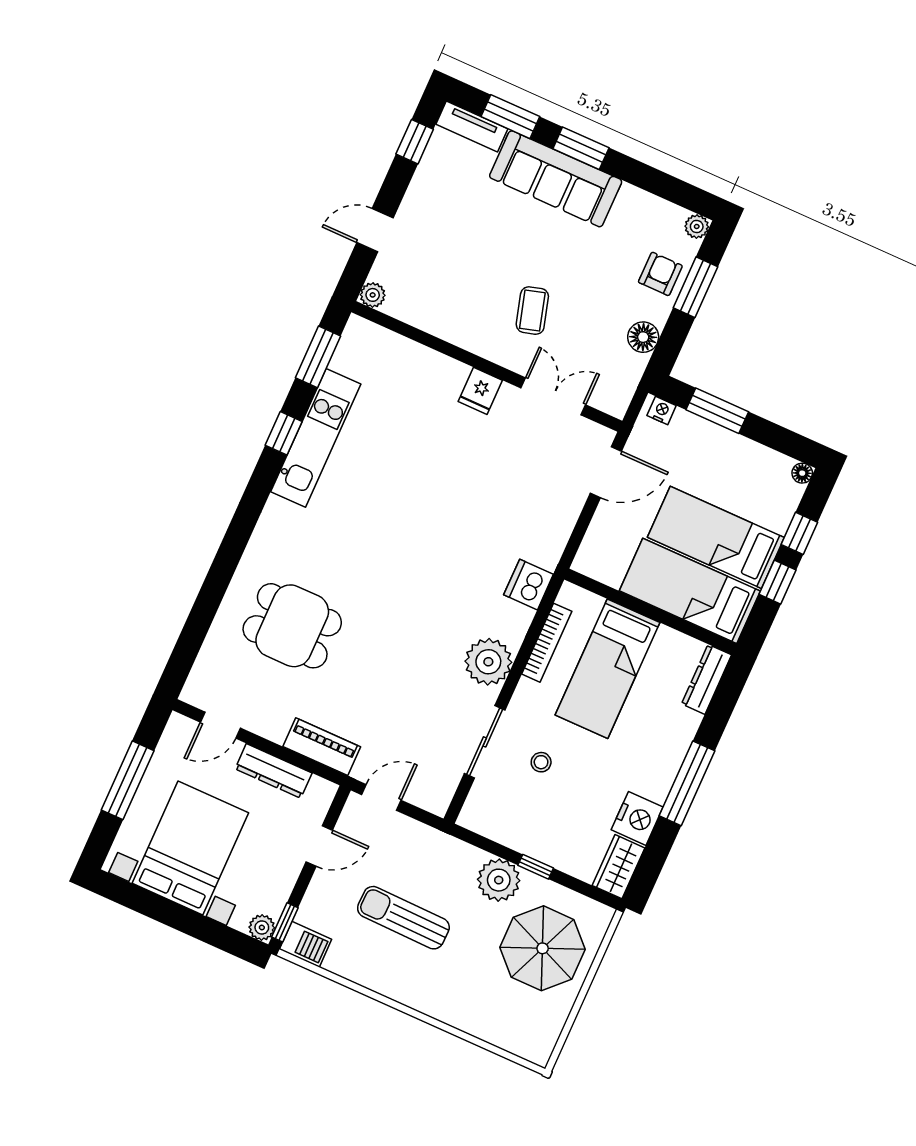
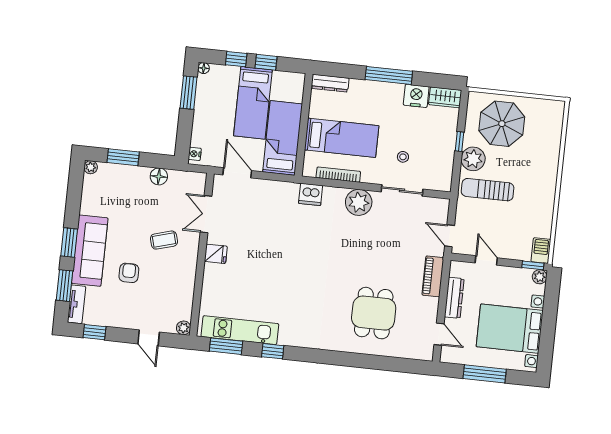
armchair: (660, 274) -> (129, 273), moved, turned 90
window: (717, 411) -> (189, 93), moved
kitchen unit: (316, 438) -> (240, 330), moved
bed: (690, 591) -> (283, 138), moved, turned 180
sun lounger: (403, 918) -> (488, 190), moved, turned 89

